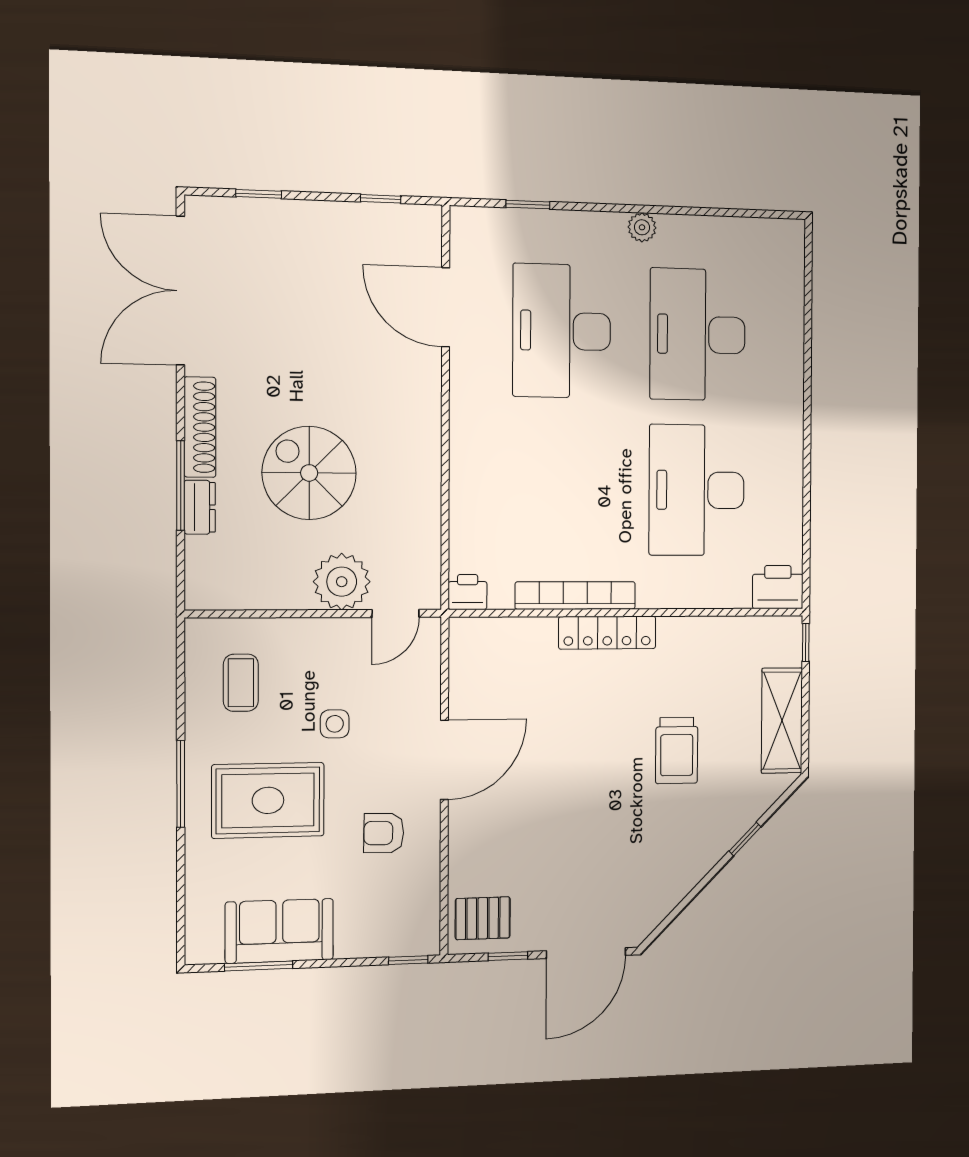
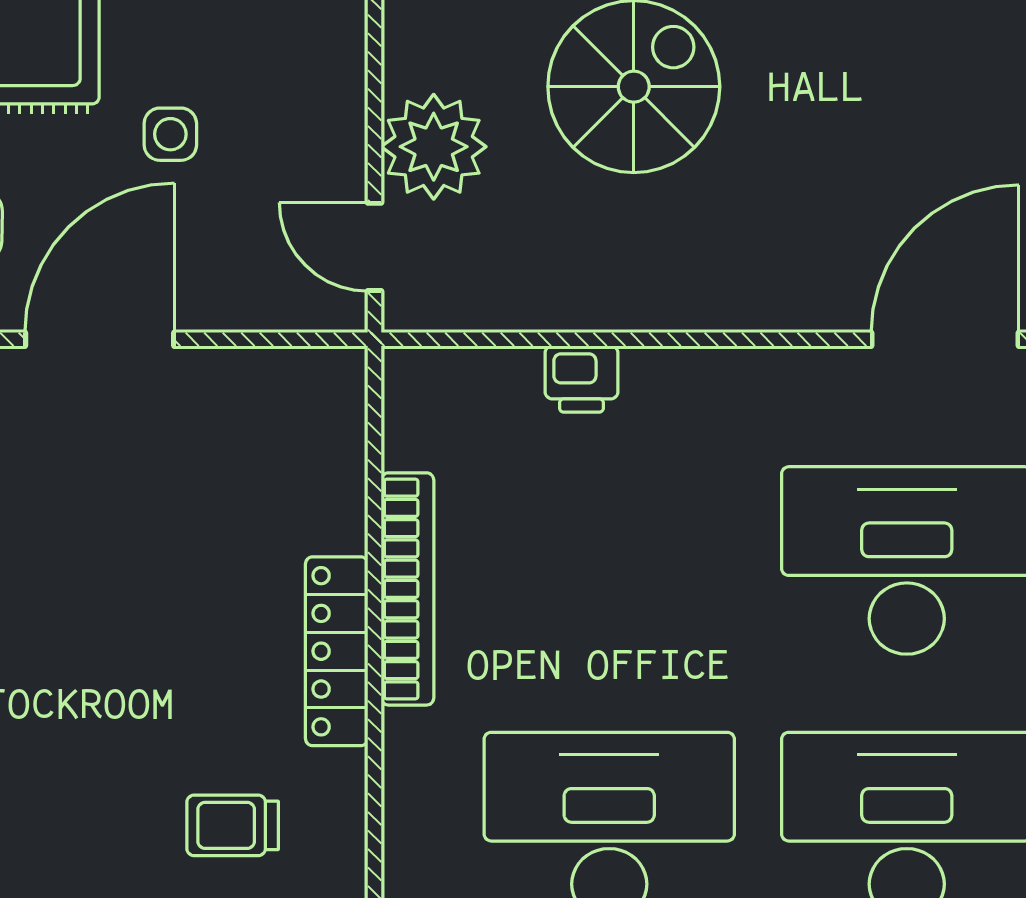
printer: (468, 592) -> (581, 379), moved, turned 90
trolley: (677, 750) -> (233, 825), moved, width x0.73, depth x0.72
door: (444, 760) -> (100, 339), swing flipped

